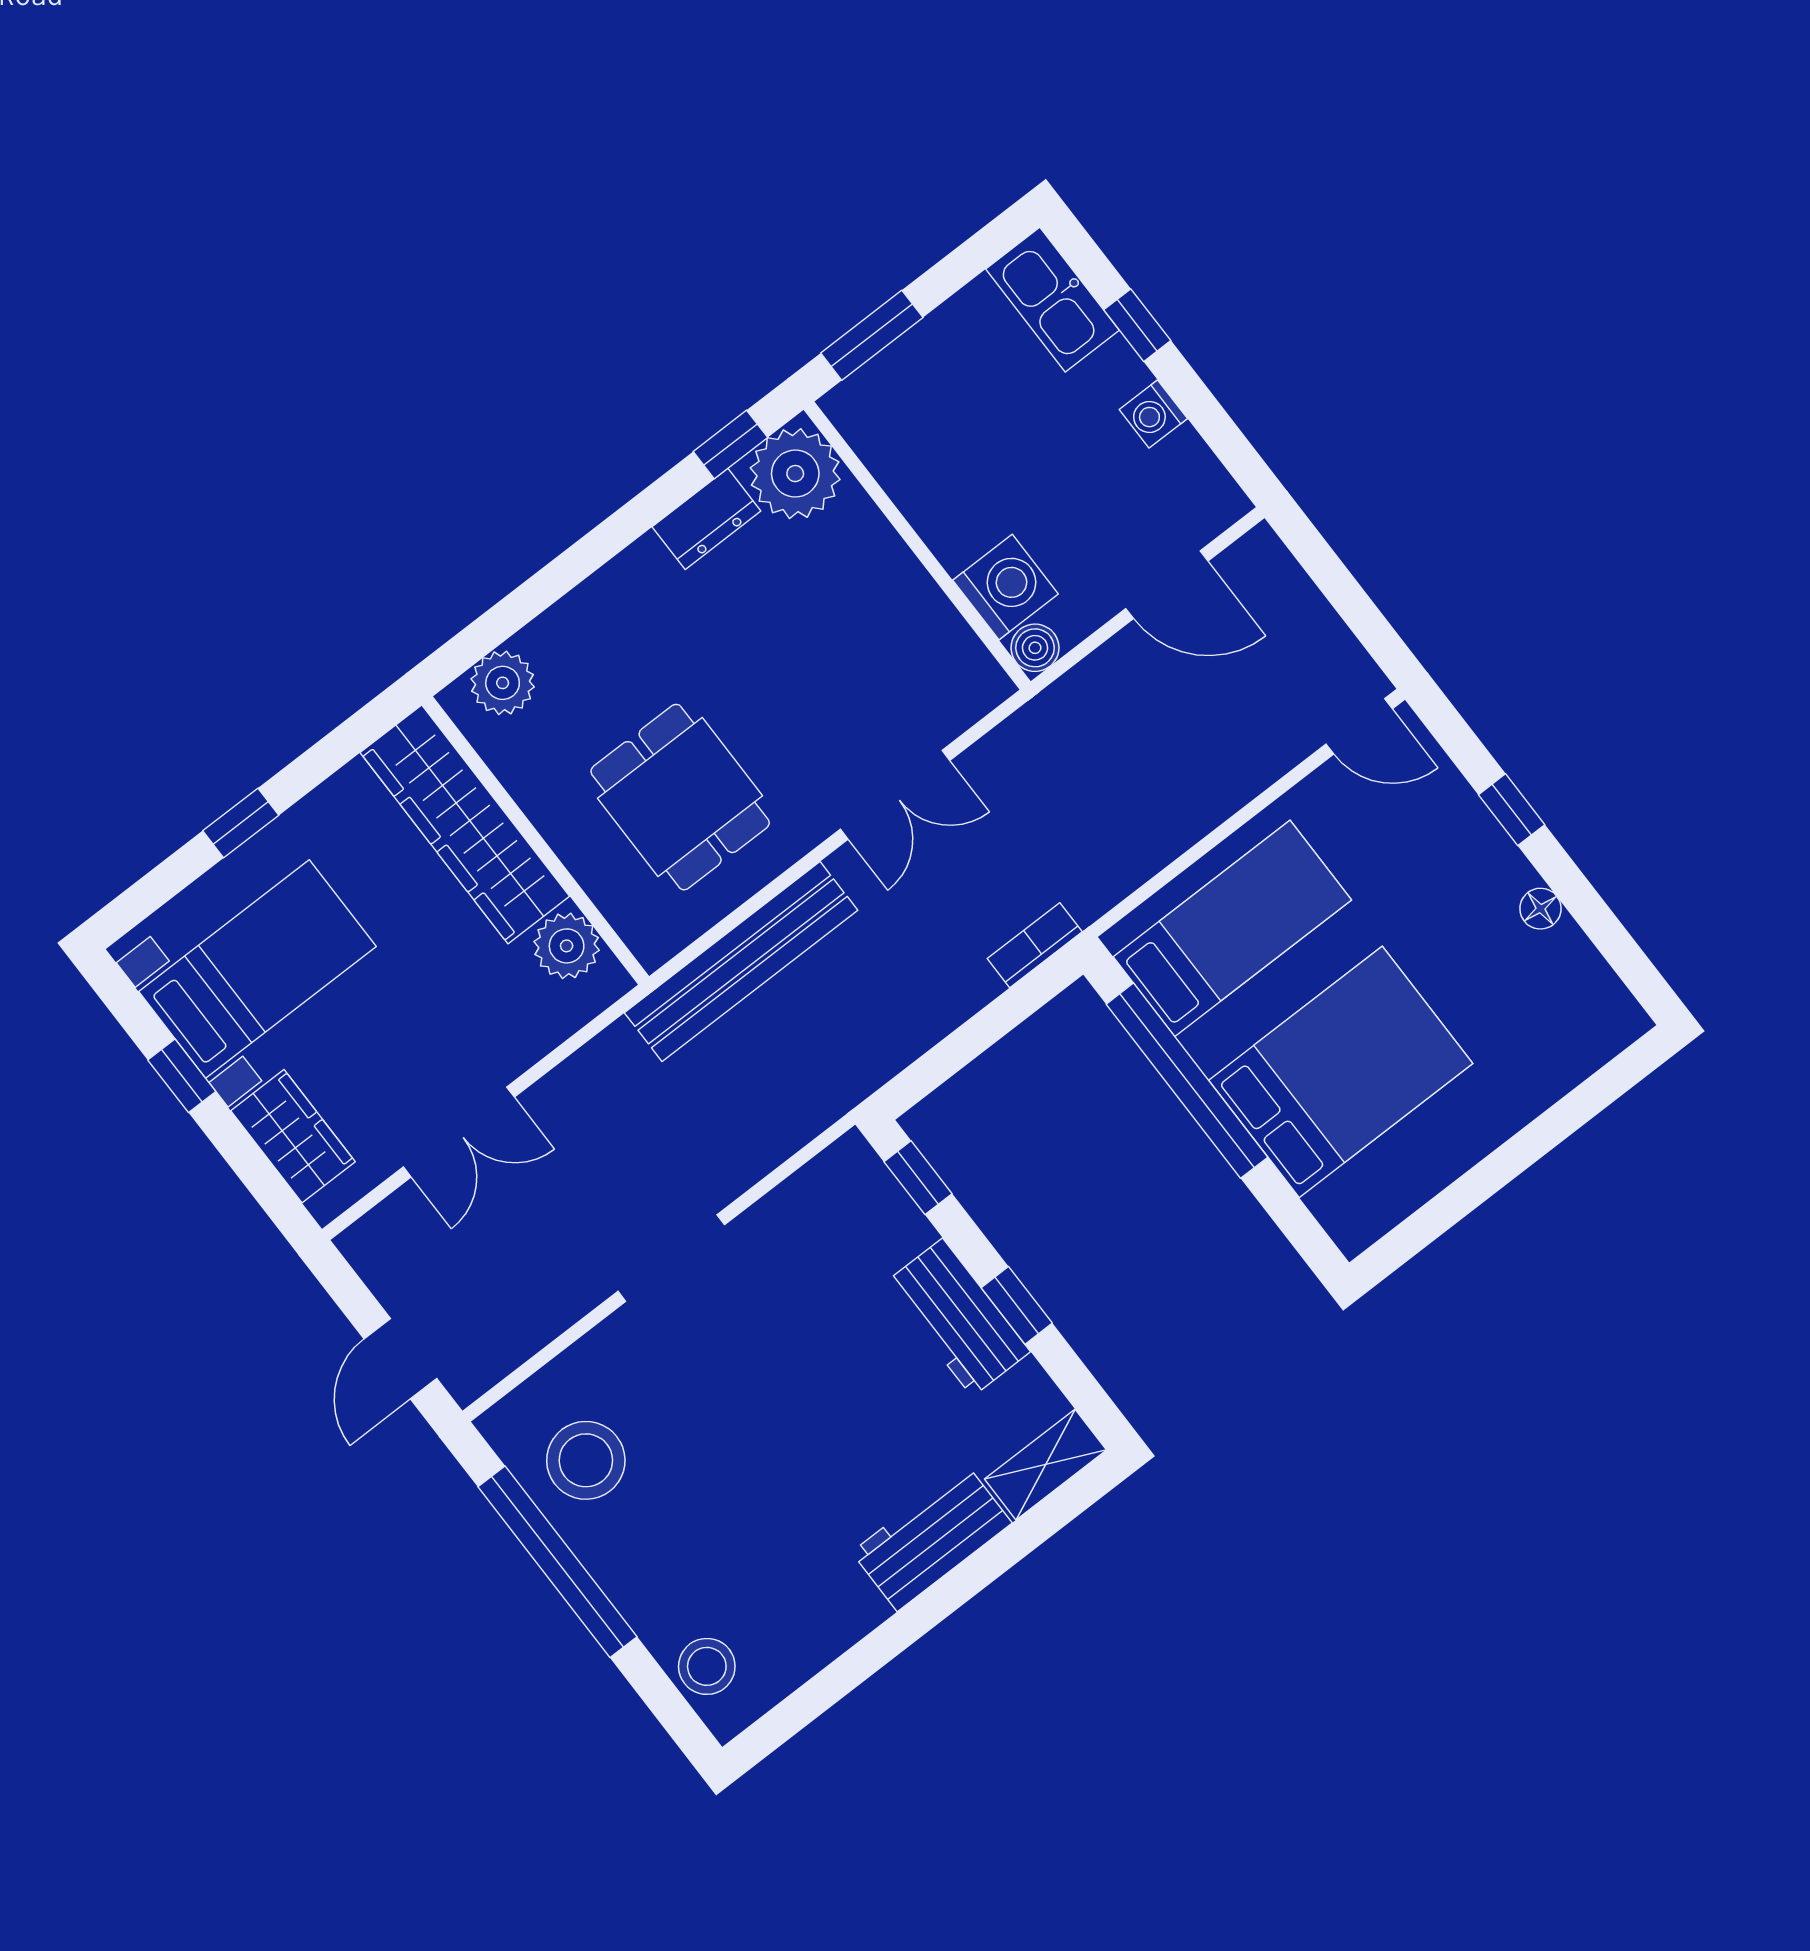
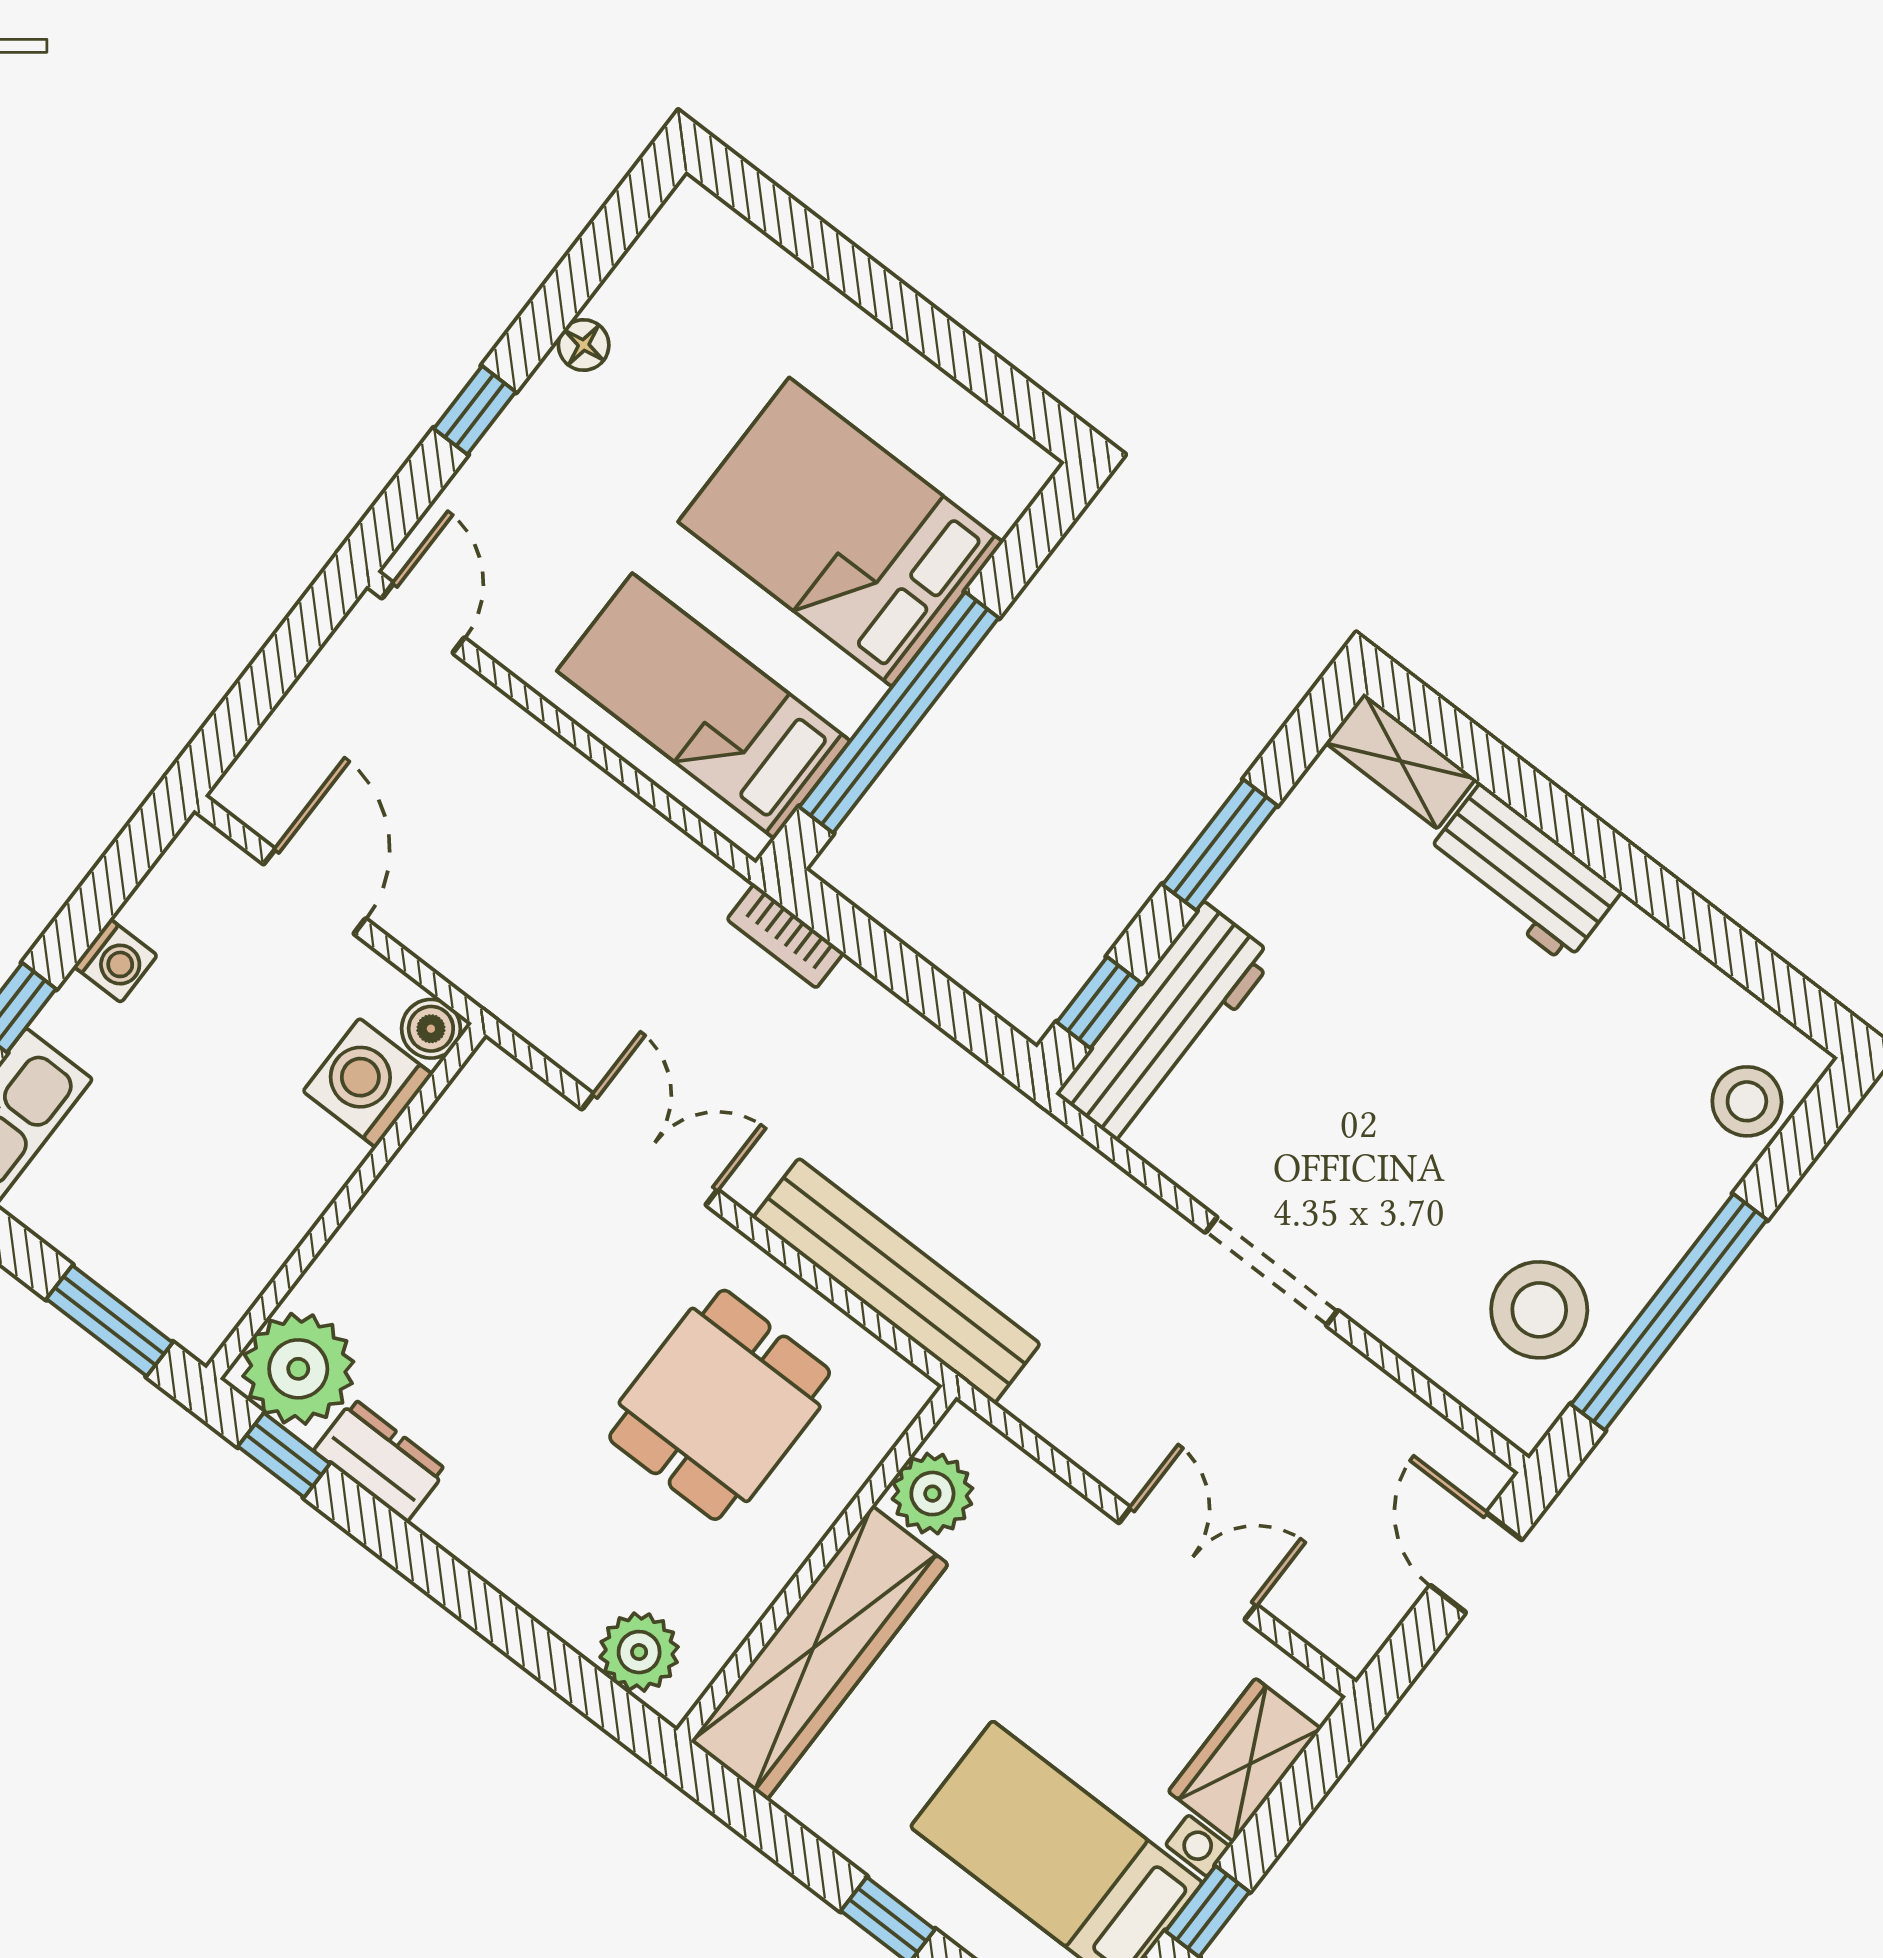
window: (1017, 1305) -> (1220, 845), width x1.50
workbench: (957, 1317) -> (1166, 1025), moved, width x1.38
door: (400, 1359) -> (1476, 1563), swing flipped

